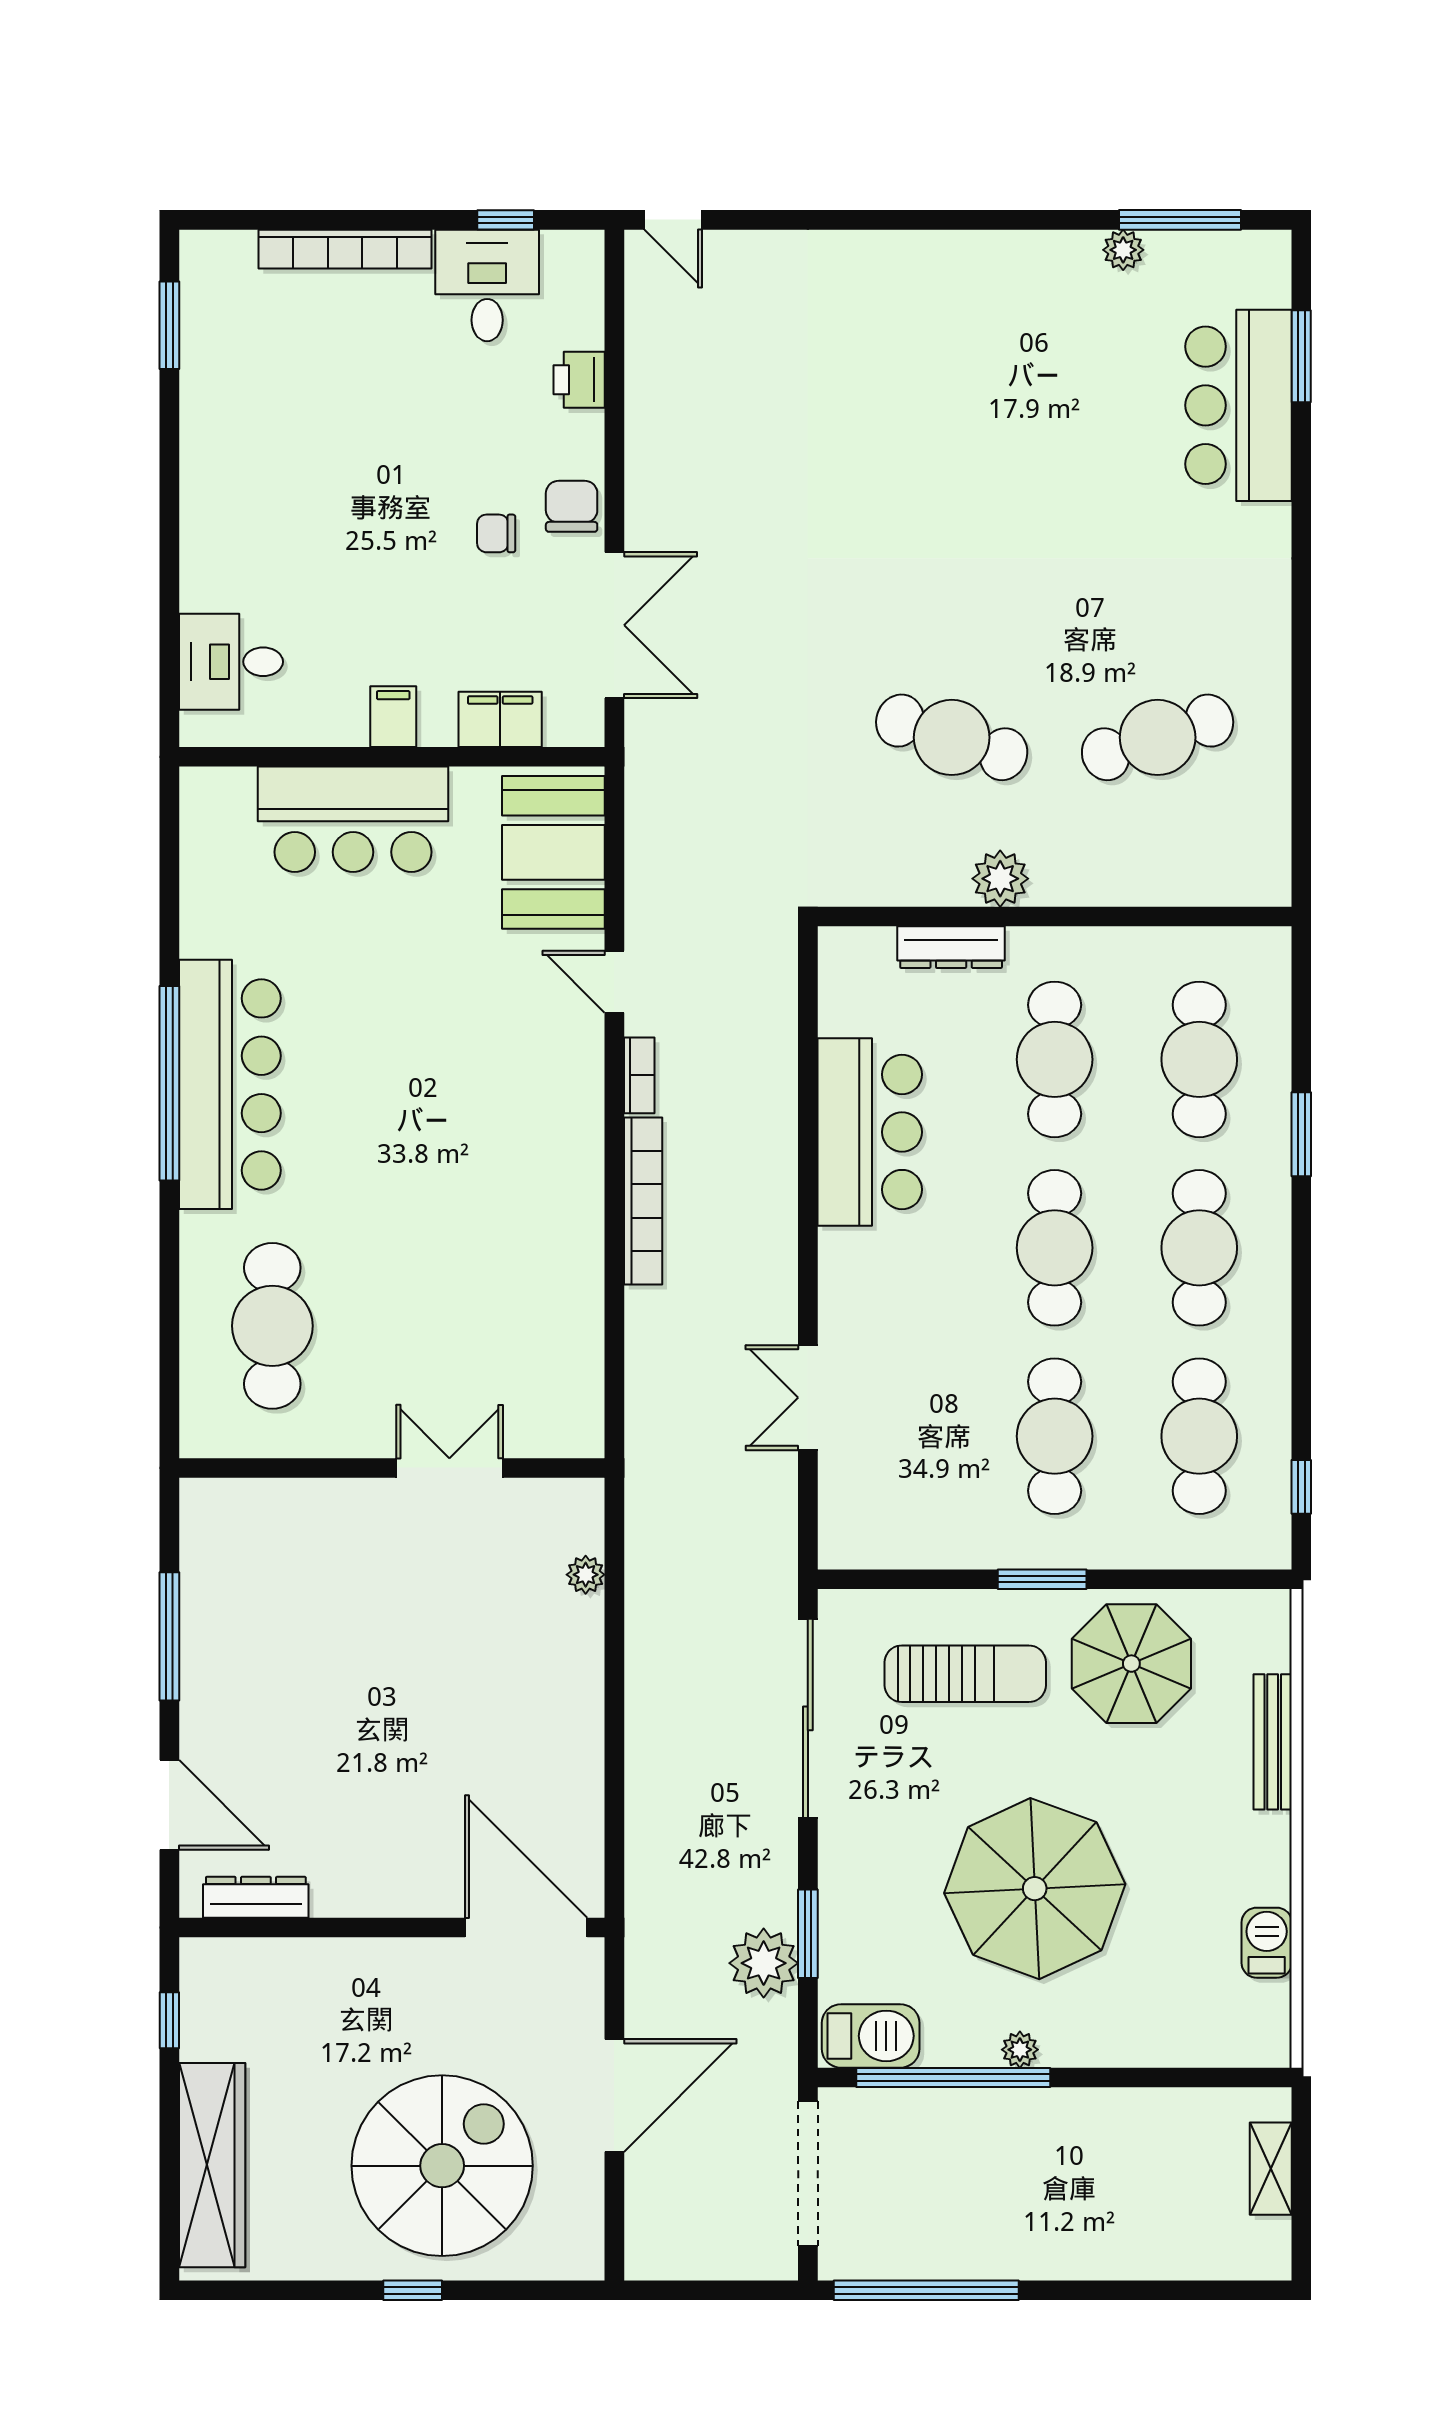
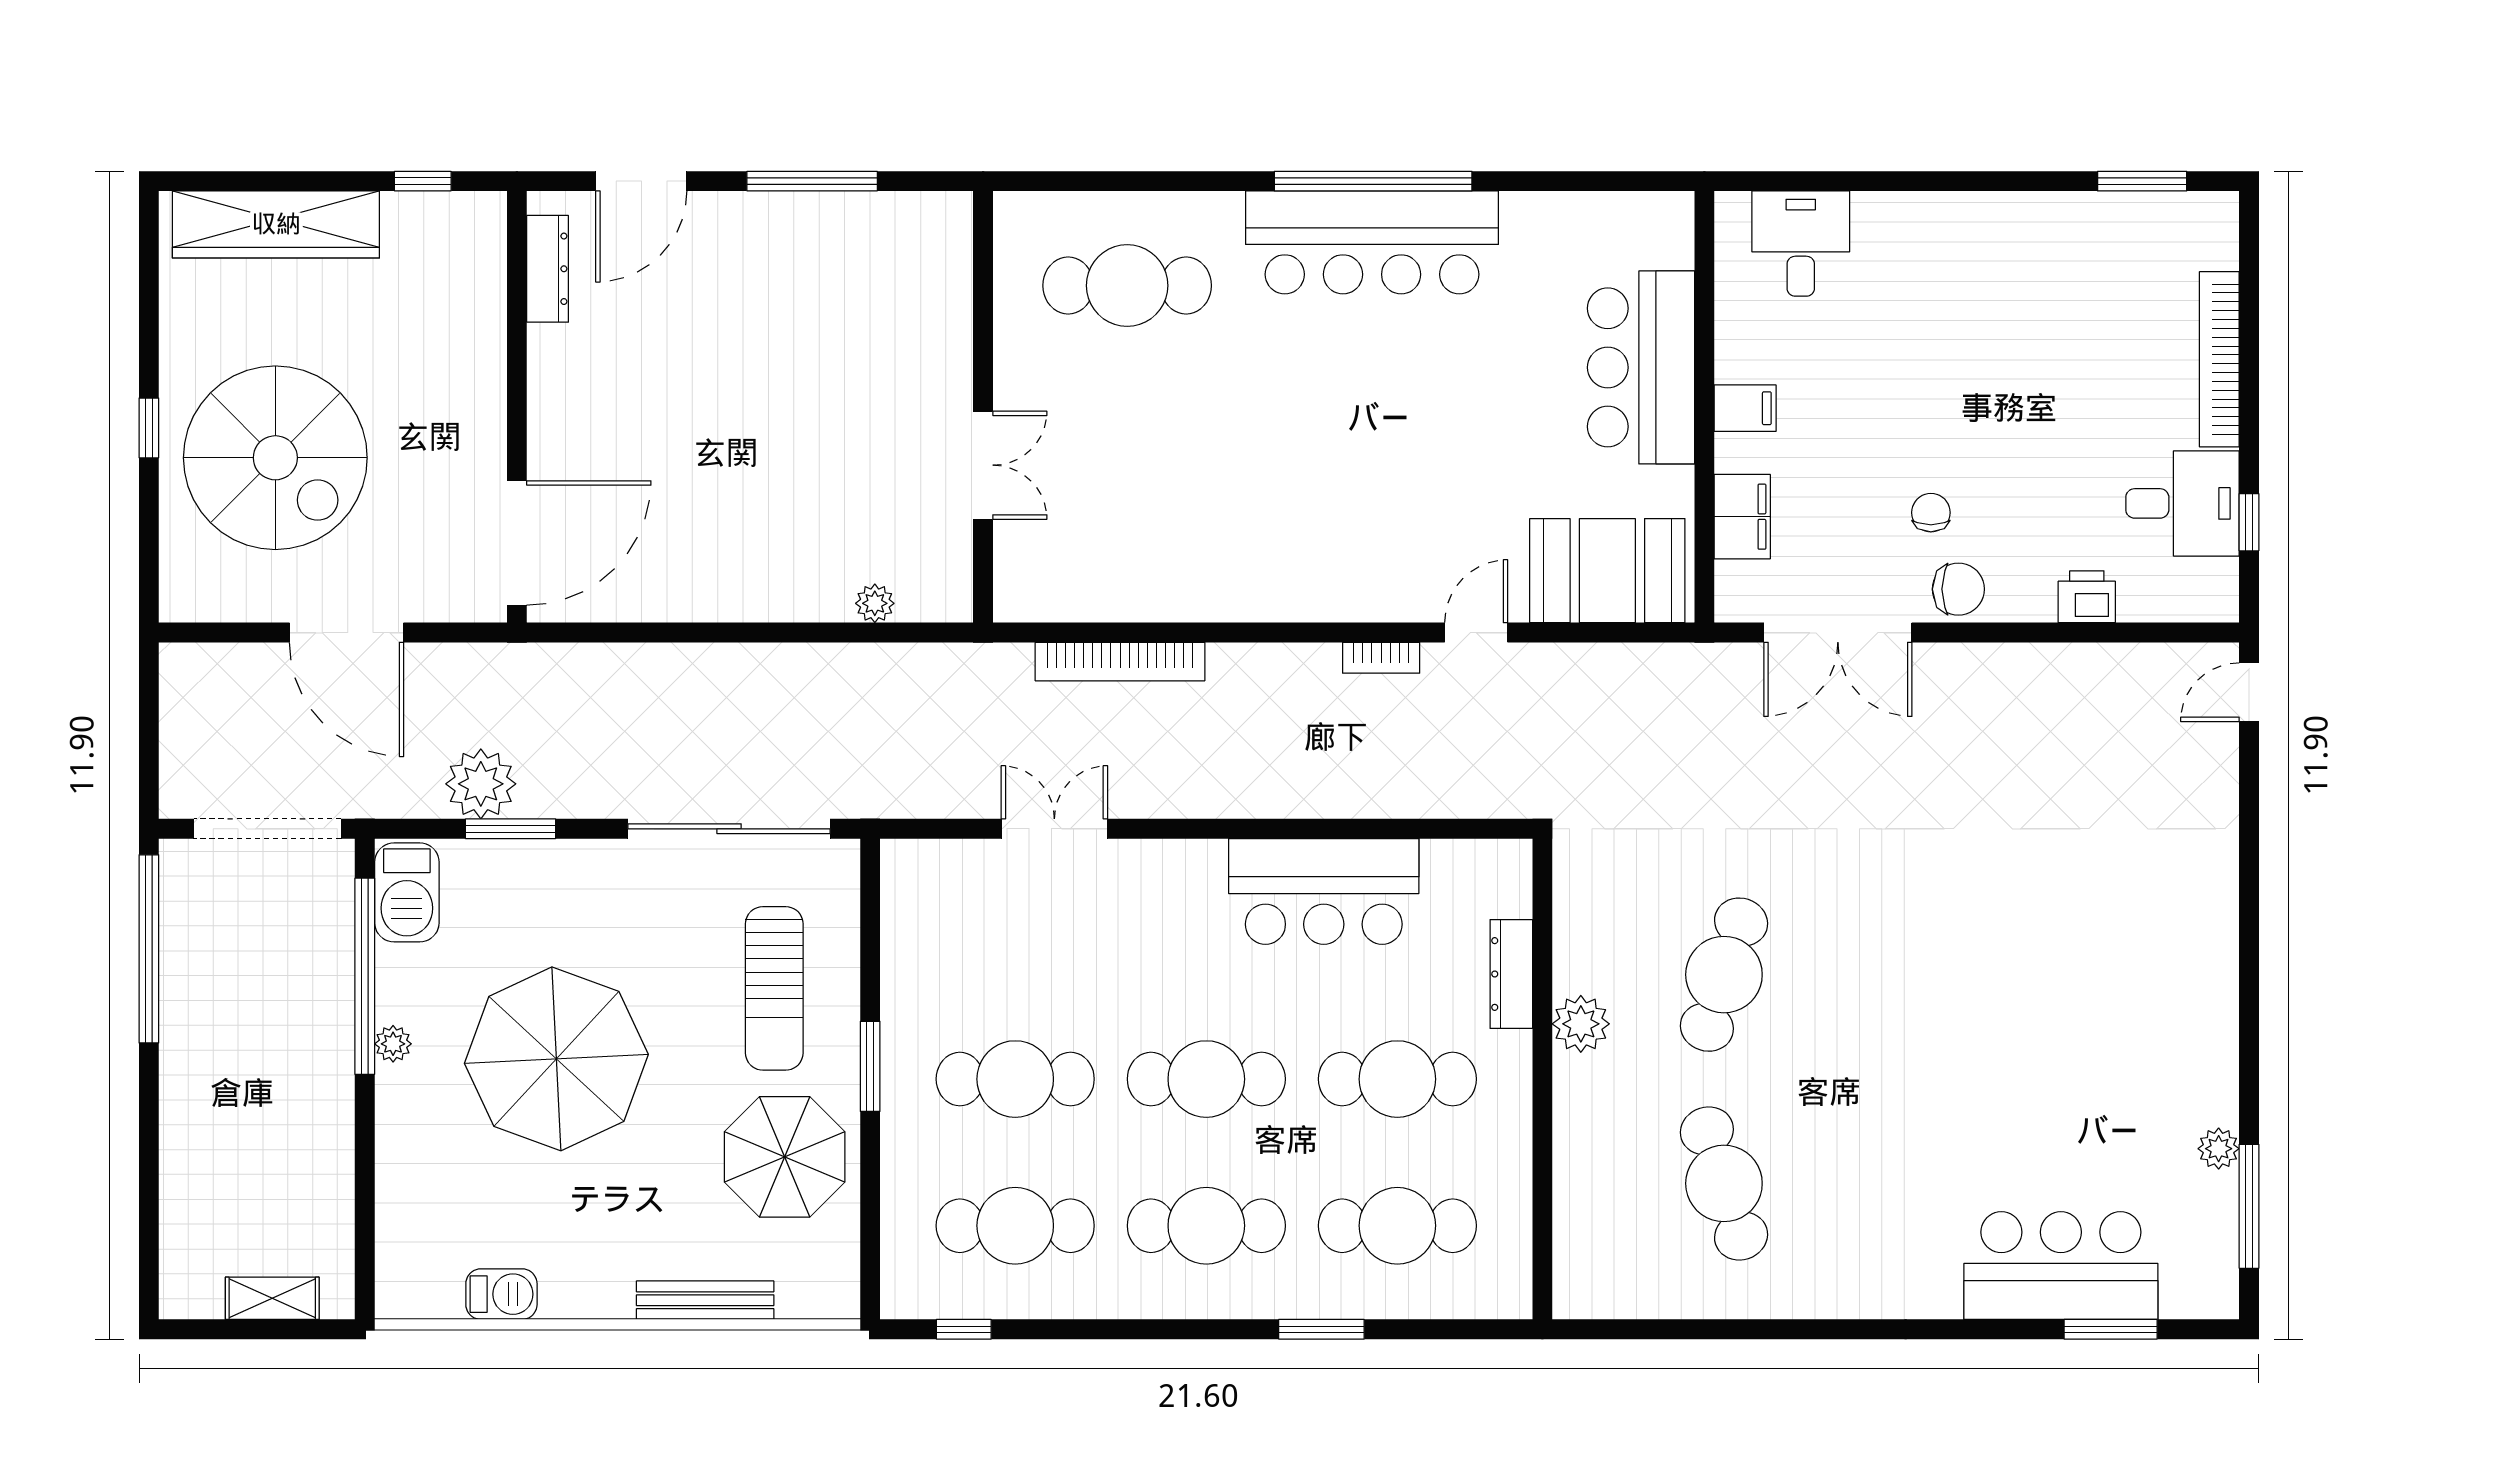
bookcase: (643, 1201) -> (1120, 662), moved

